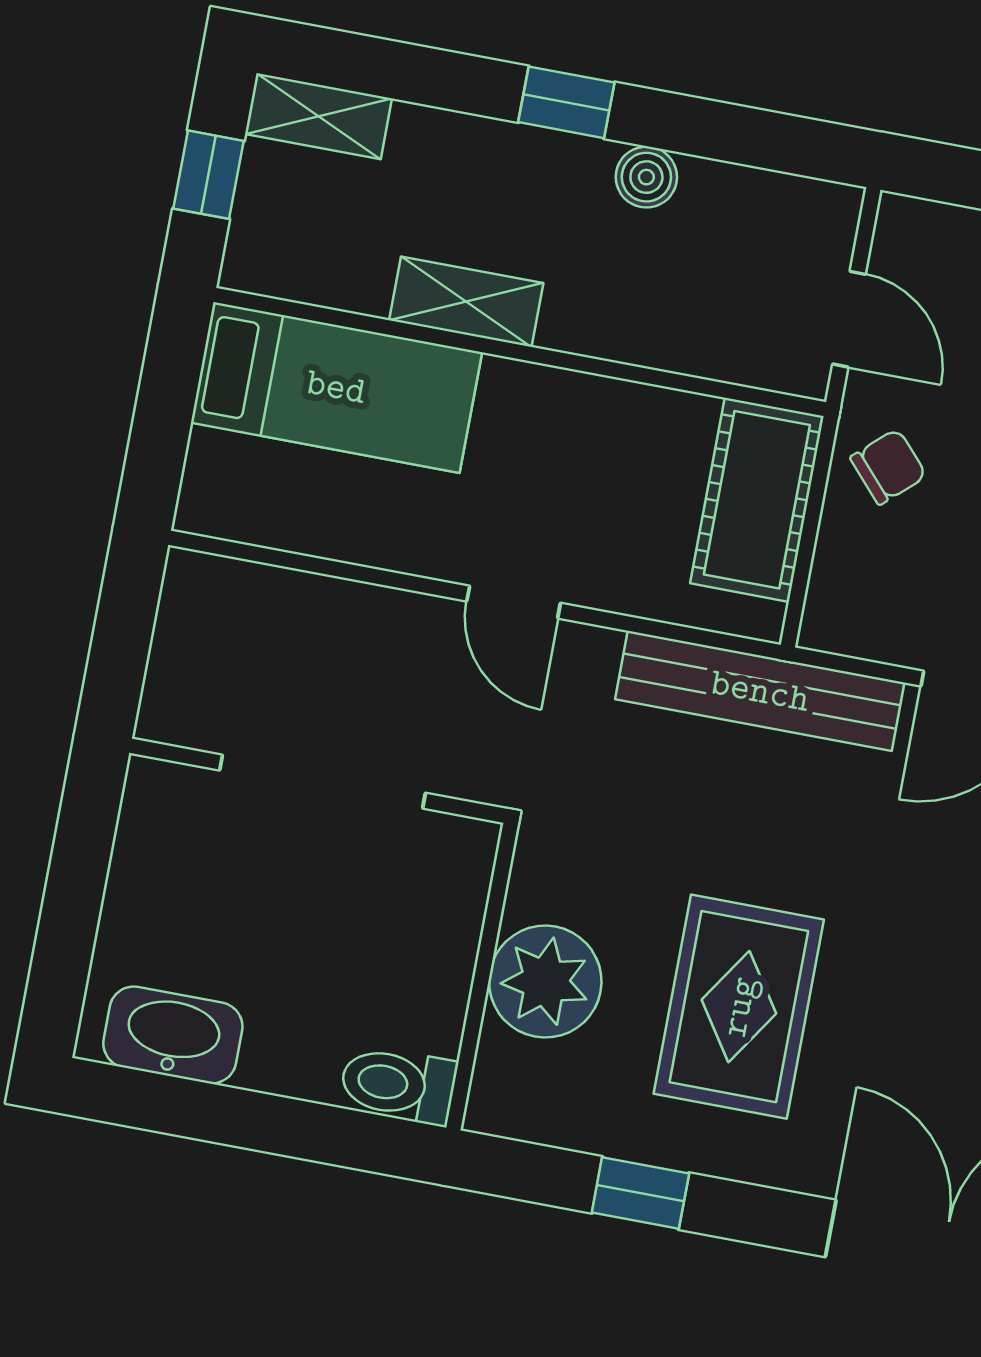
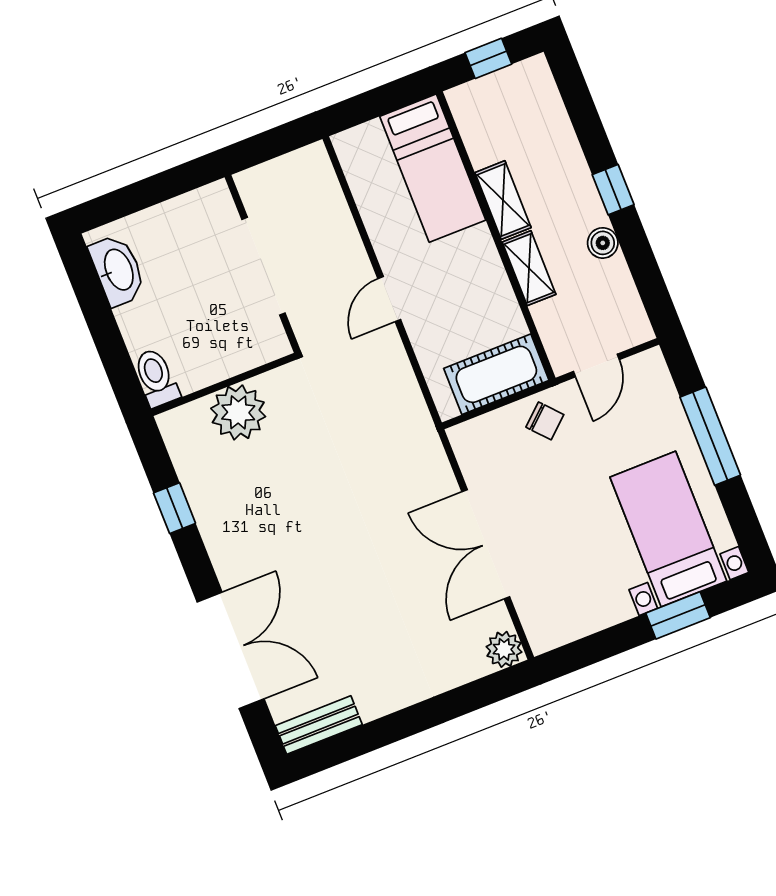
shelving: (318, 116) -> (529, 268), moved
bench: (760, 691) -> (417, 426), removed
rug: (739, 1007) -> (279, 500), removed

